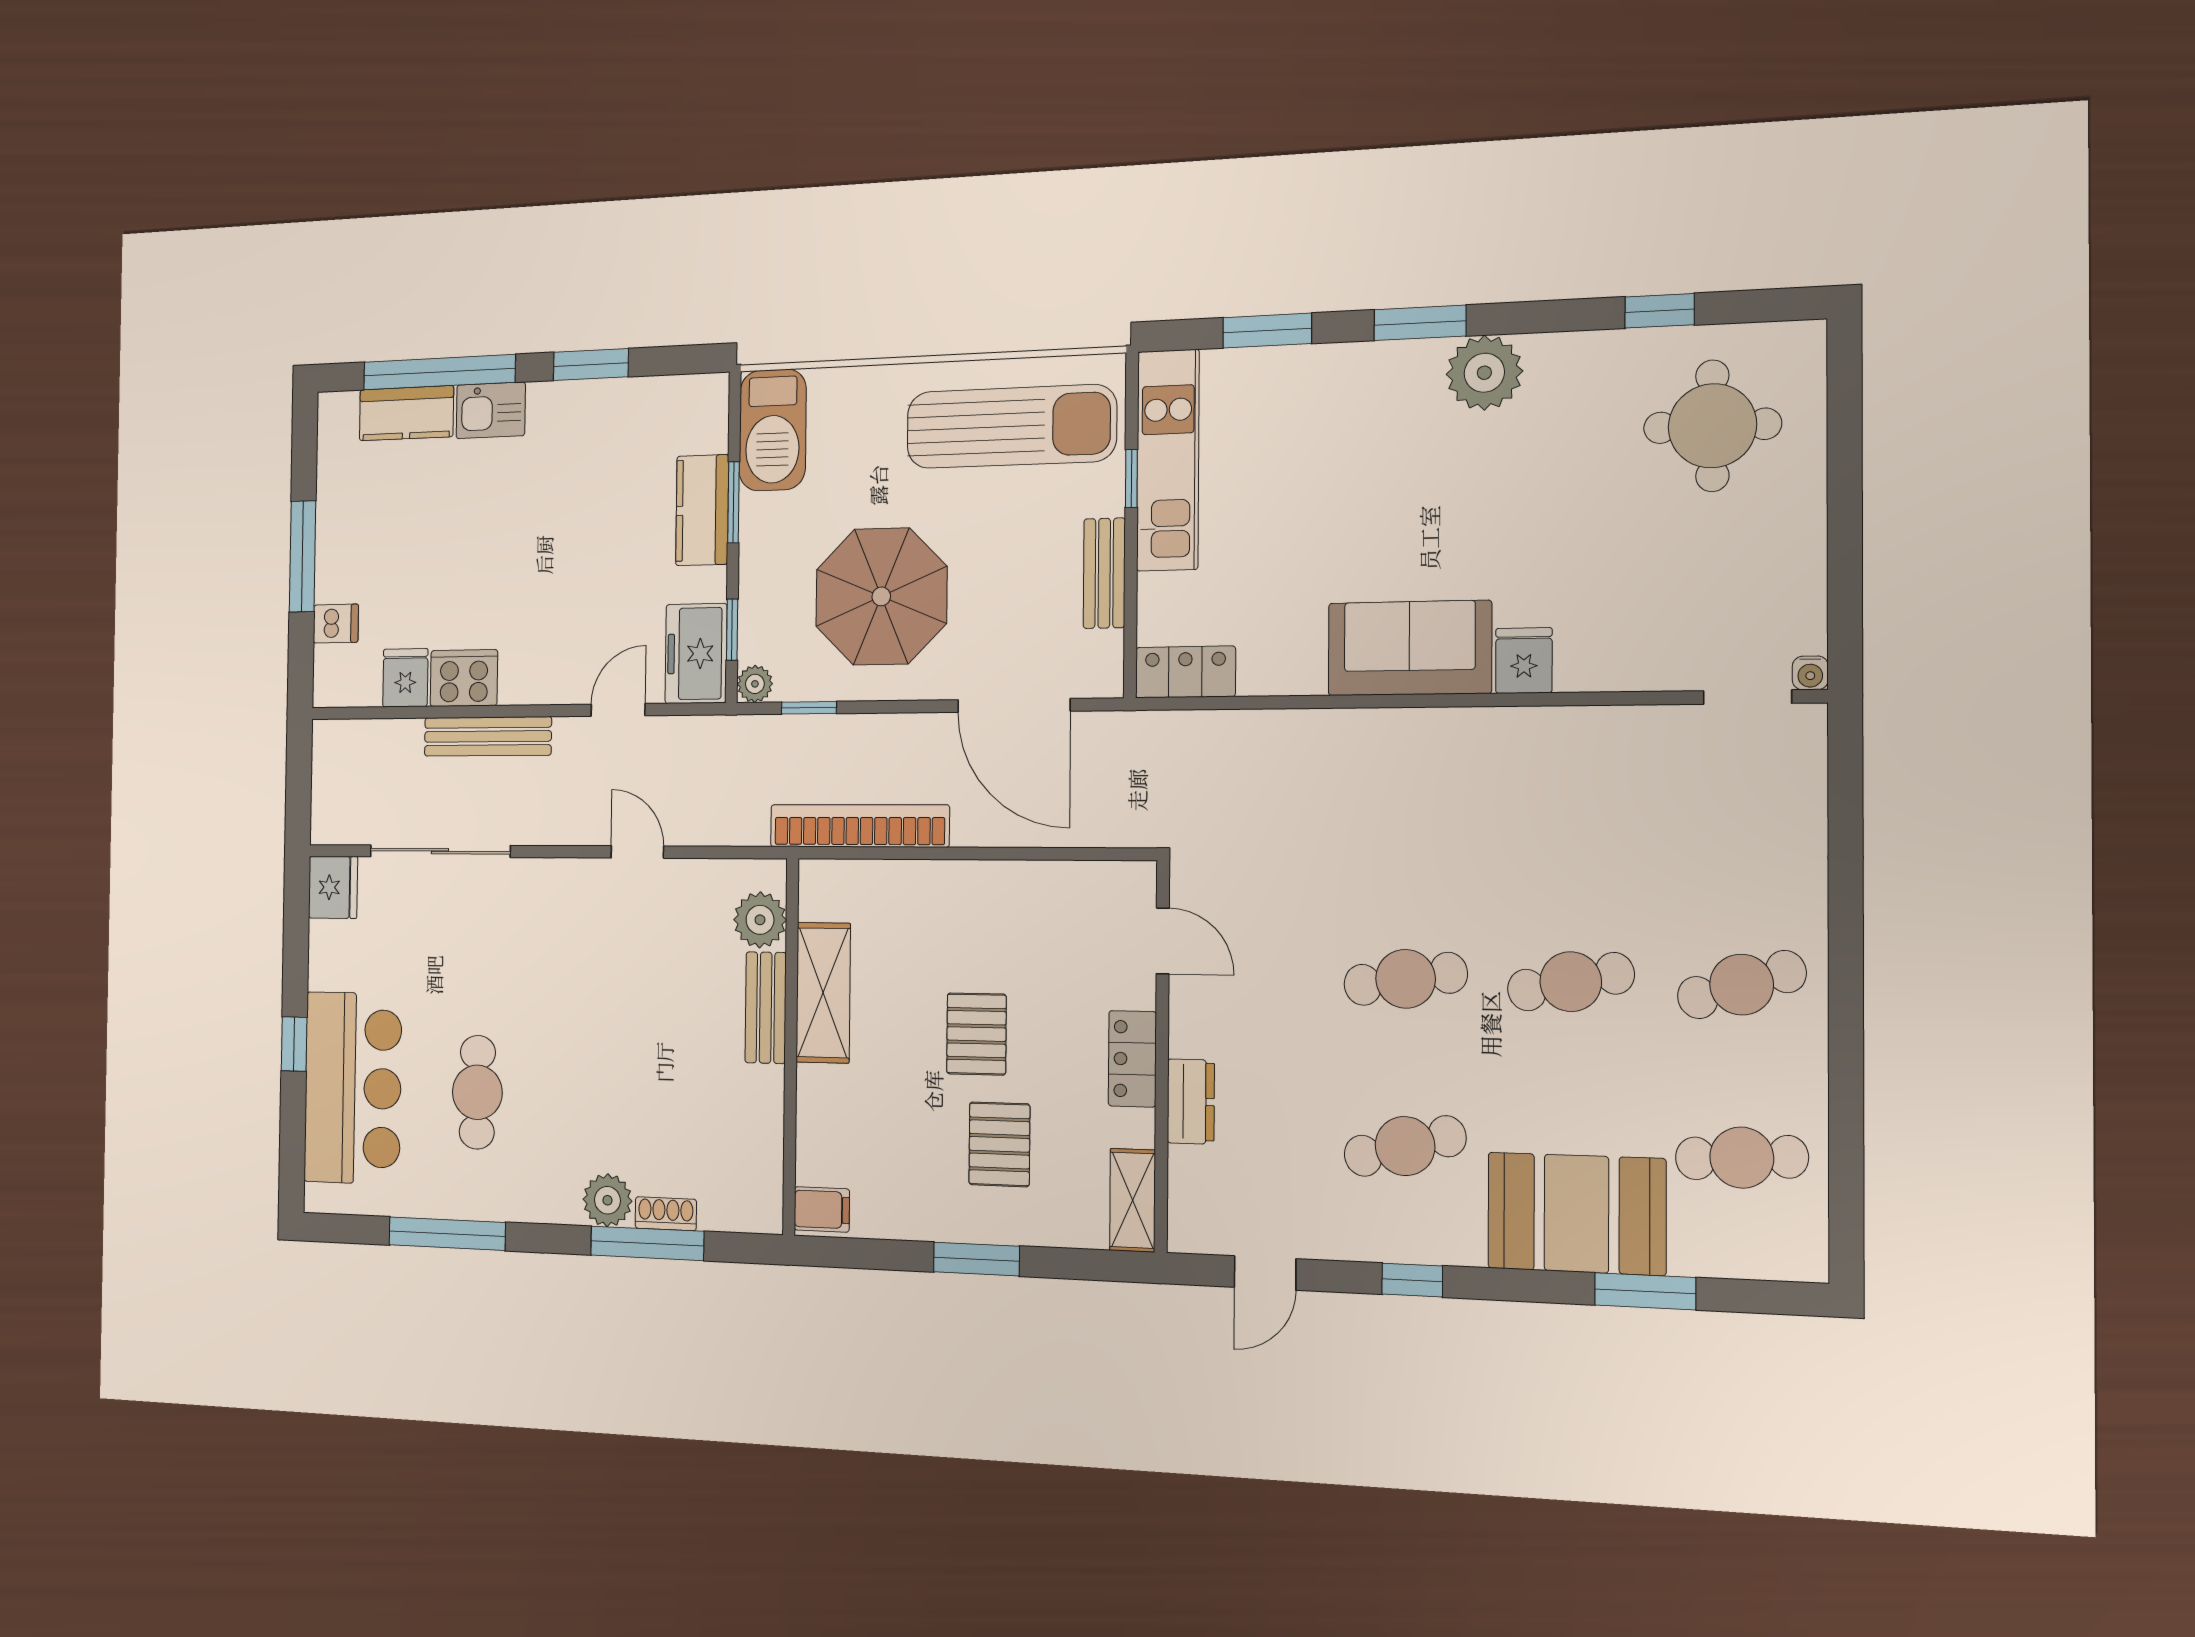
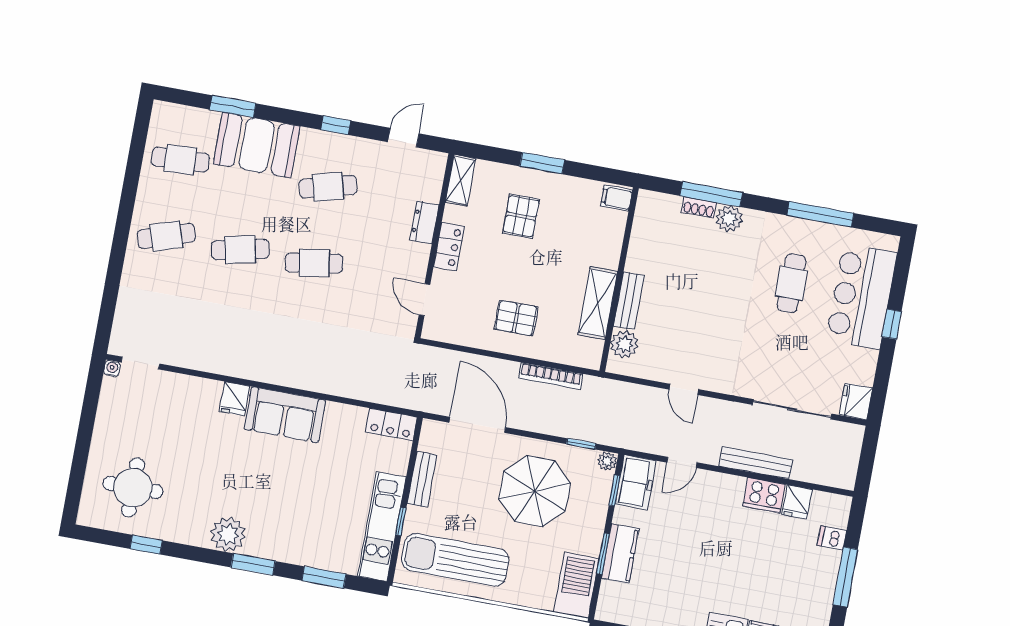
bookcase: (859, 826) -> (551, 376), width x0.68, depth x0.76
pallet: (976, 1034) -> (516, 318), moved, turned 90

